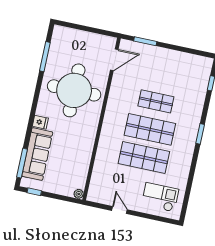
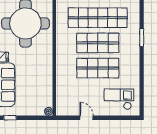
shop shelf: (156, 101) -> (98, 18), width x2.00, depth x1.36

